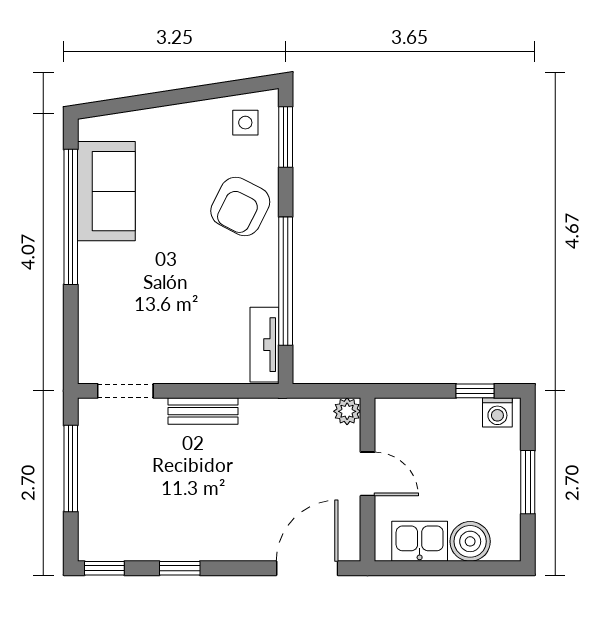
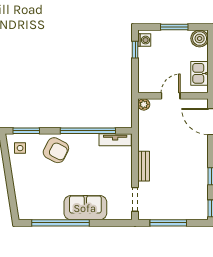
sofa: (106, 191) -> (85, 208), moved
boiler: (470, 541) -> (200, 38), moved

